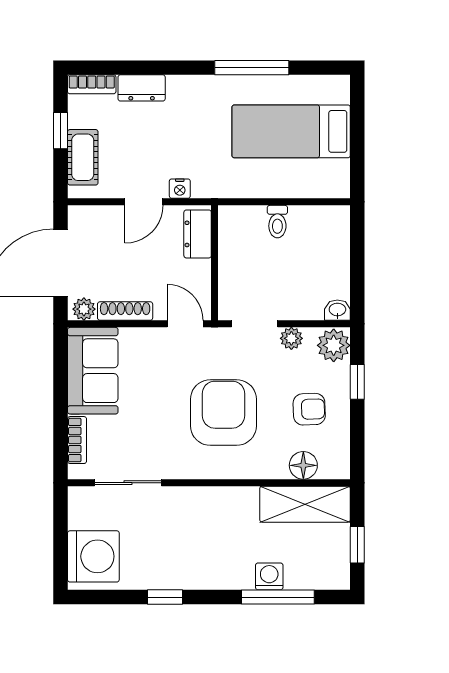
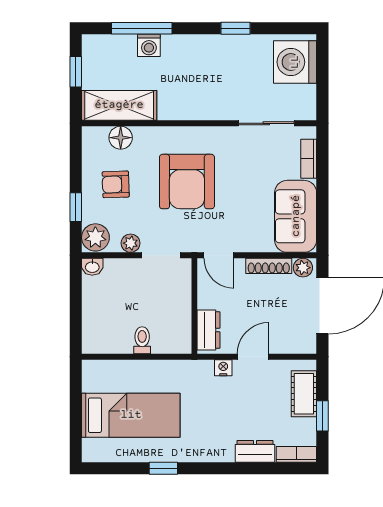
window: (252, 68) -> (163, 468), width x0.46

